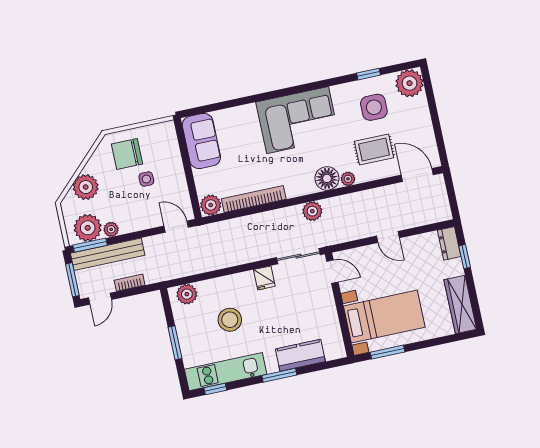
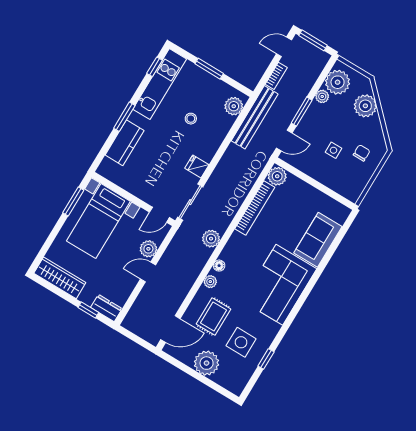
plant: (410, 83) -> (207, 363), moved
sofa: (201, 141) -> (318, 240), moved, turned 90
chair: (127, 154) -> (362, 153), width x0.54, depth x0.54
floor lamp: (327, 178) -> (219, 266), width x0.53, depth x0.53
window: (90, 245) -> (302, 112), moved
bench: (108, 254) -> (255, 117), moved
plant: (369, 254) -> (148, 249), added
door: (100, 299) -> (284, 47), hinge flipped
stool: (230, 320) -> (191, 119), width x0.53, depth x0.53

